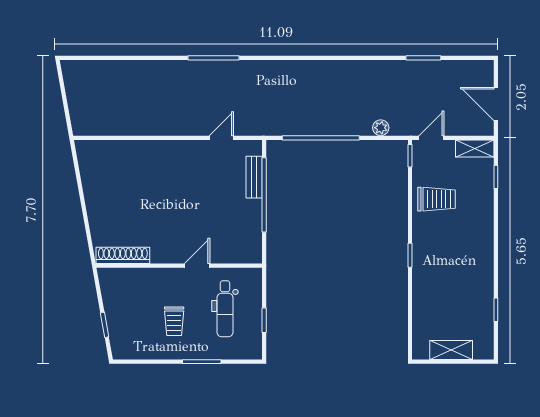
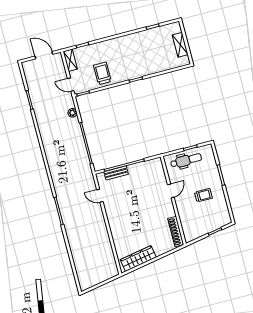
door: (496, 104) -> (44, 55), swing flipped
wardrobe: (92, 177) -> (138, 258), added
door: (197, 266) -> (171, 191), swing flipped
dental chair: (225, 309) -> (186, 160), moved

